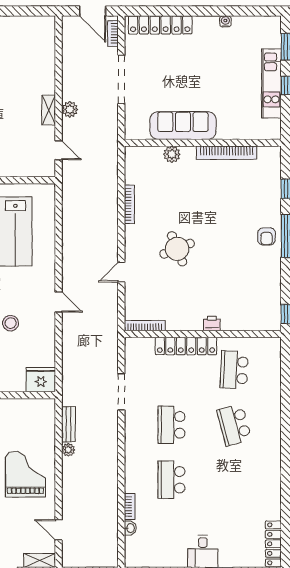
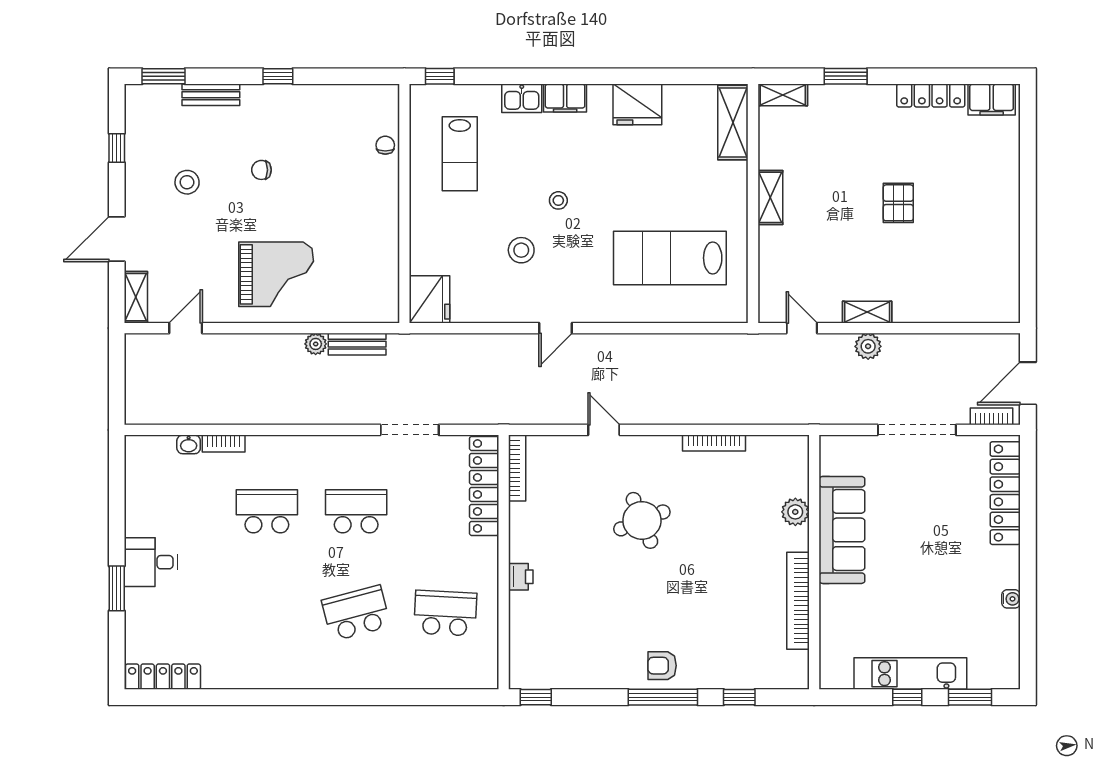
door: (59, 150) -> (802, 328), swing flipped
locker: (186, 346) -> (484, 486), moved

